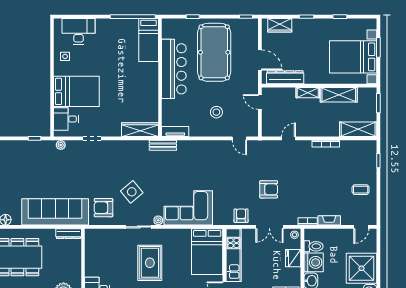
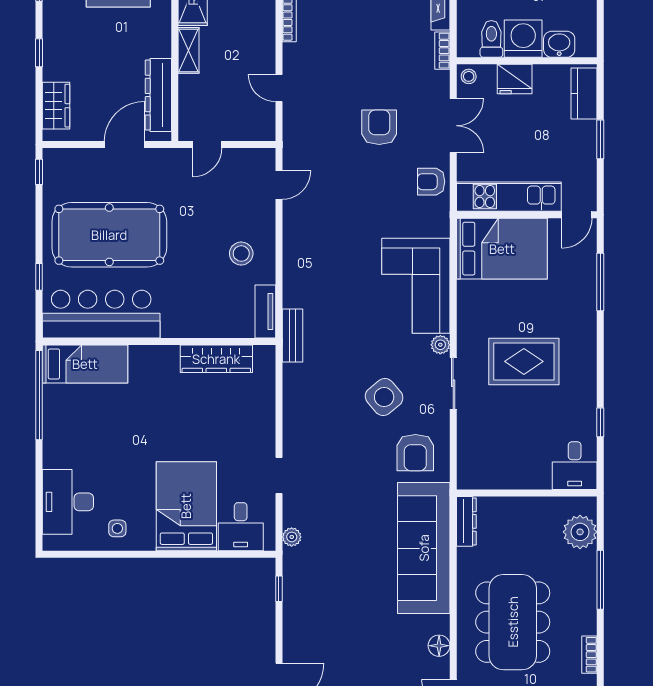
bar counter: (174, 69) -> (101, 314), moved
stool: (216, 112) -> (241, 254), moved
wardrobe: (140, 130) -> (216, 359), moved, turned -90

